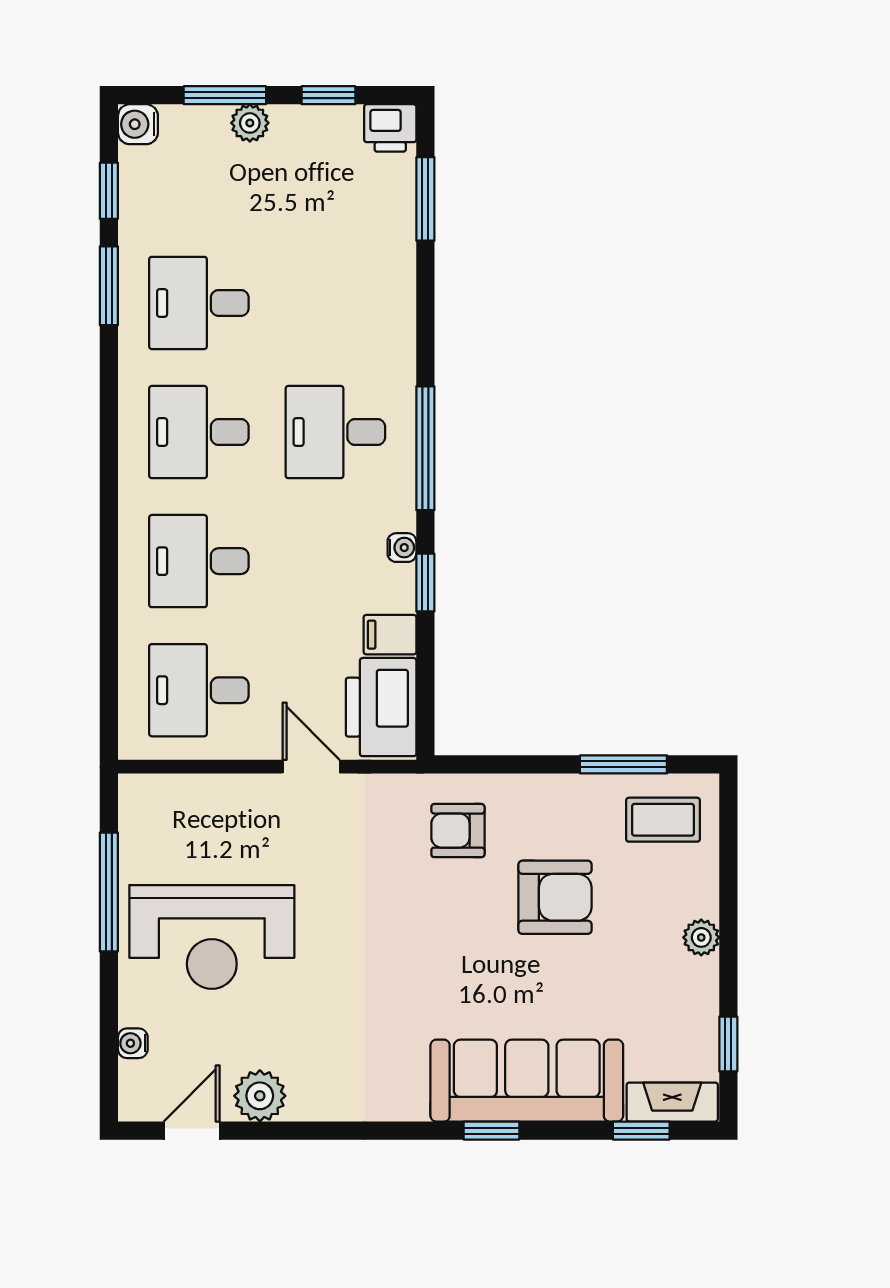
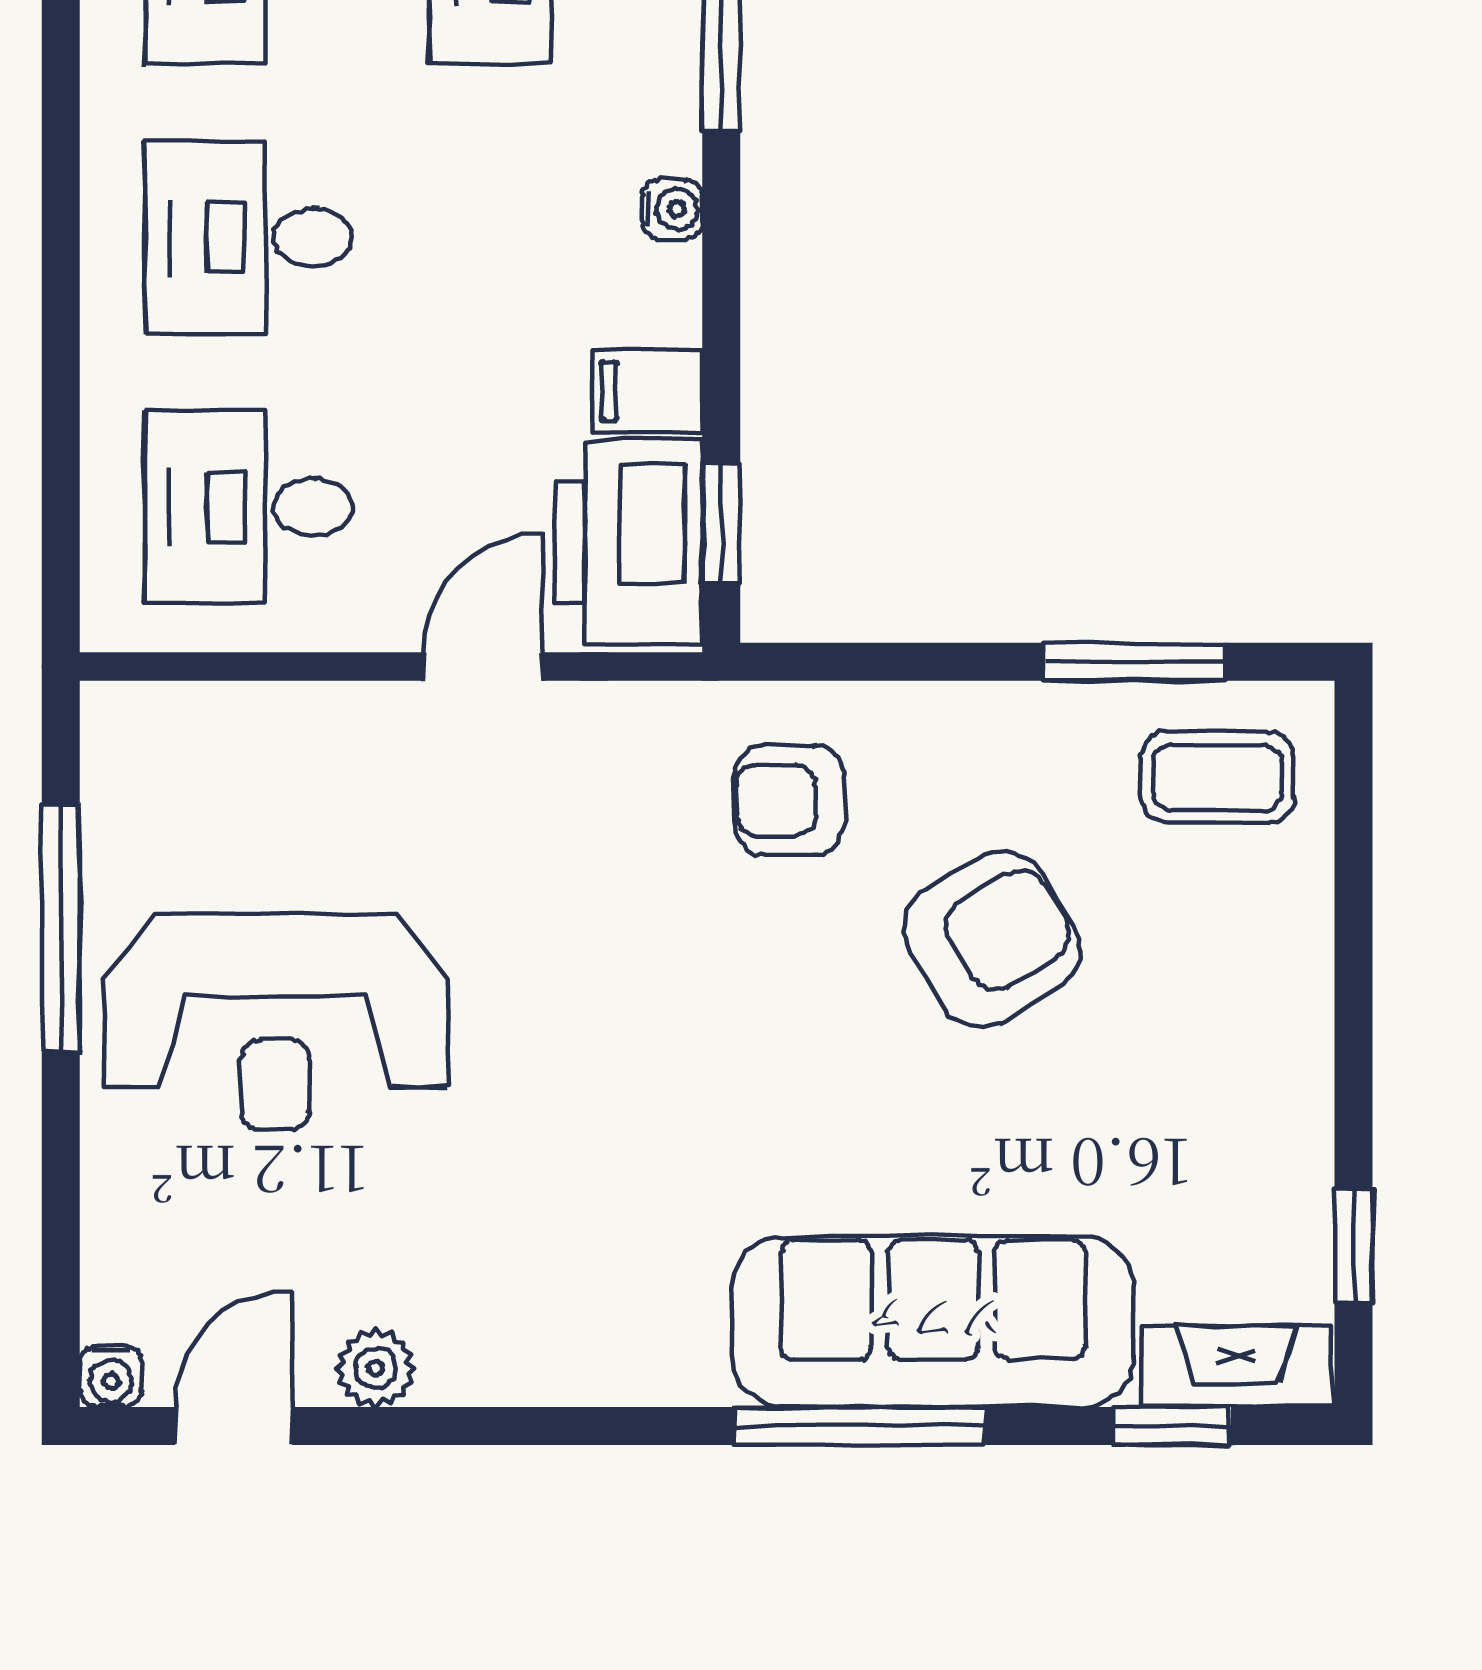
window: (425, 583) -> (721, 523), moved
door: (311, 767) -> (483, 666), hinge flipped
armchair: (555, 897) -> (992, 939), turned -31
plant: (701, 937) -> (1297, 1023), removed
water cooler: (133, 1043) -> (111, 1376), moved, turned -90
plant: (260, 1096) -> (376, 1368), width x0.73, depth x0.73
window: (491, 1131) -> (859, 1426), width x2.17

